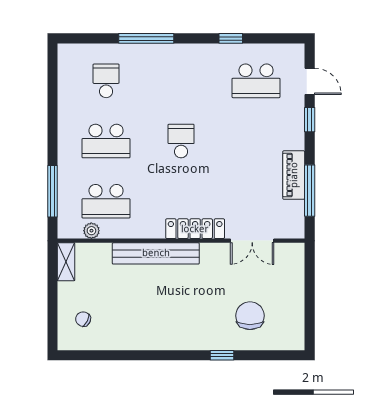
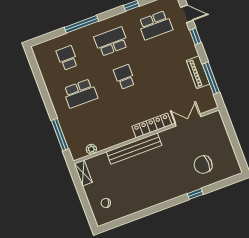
school desk: (106, 201) -> (111, 42), moved, turned 180
double door: (252, 241) -> (188, 120), swing flipped
chair: (250, 316) -> (203, 165), turned -90

